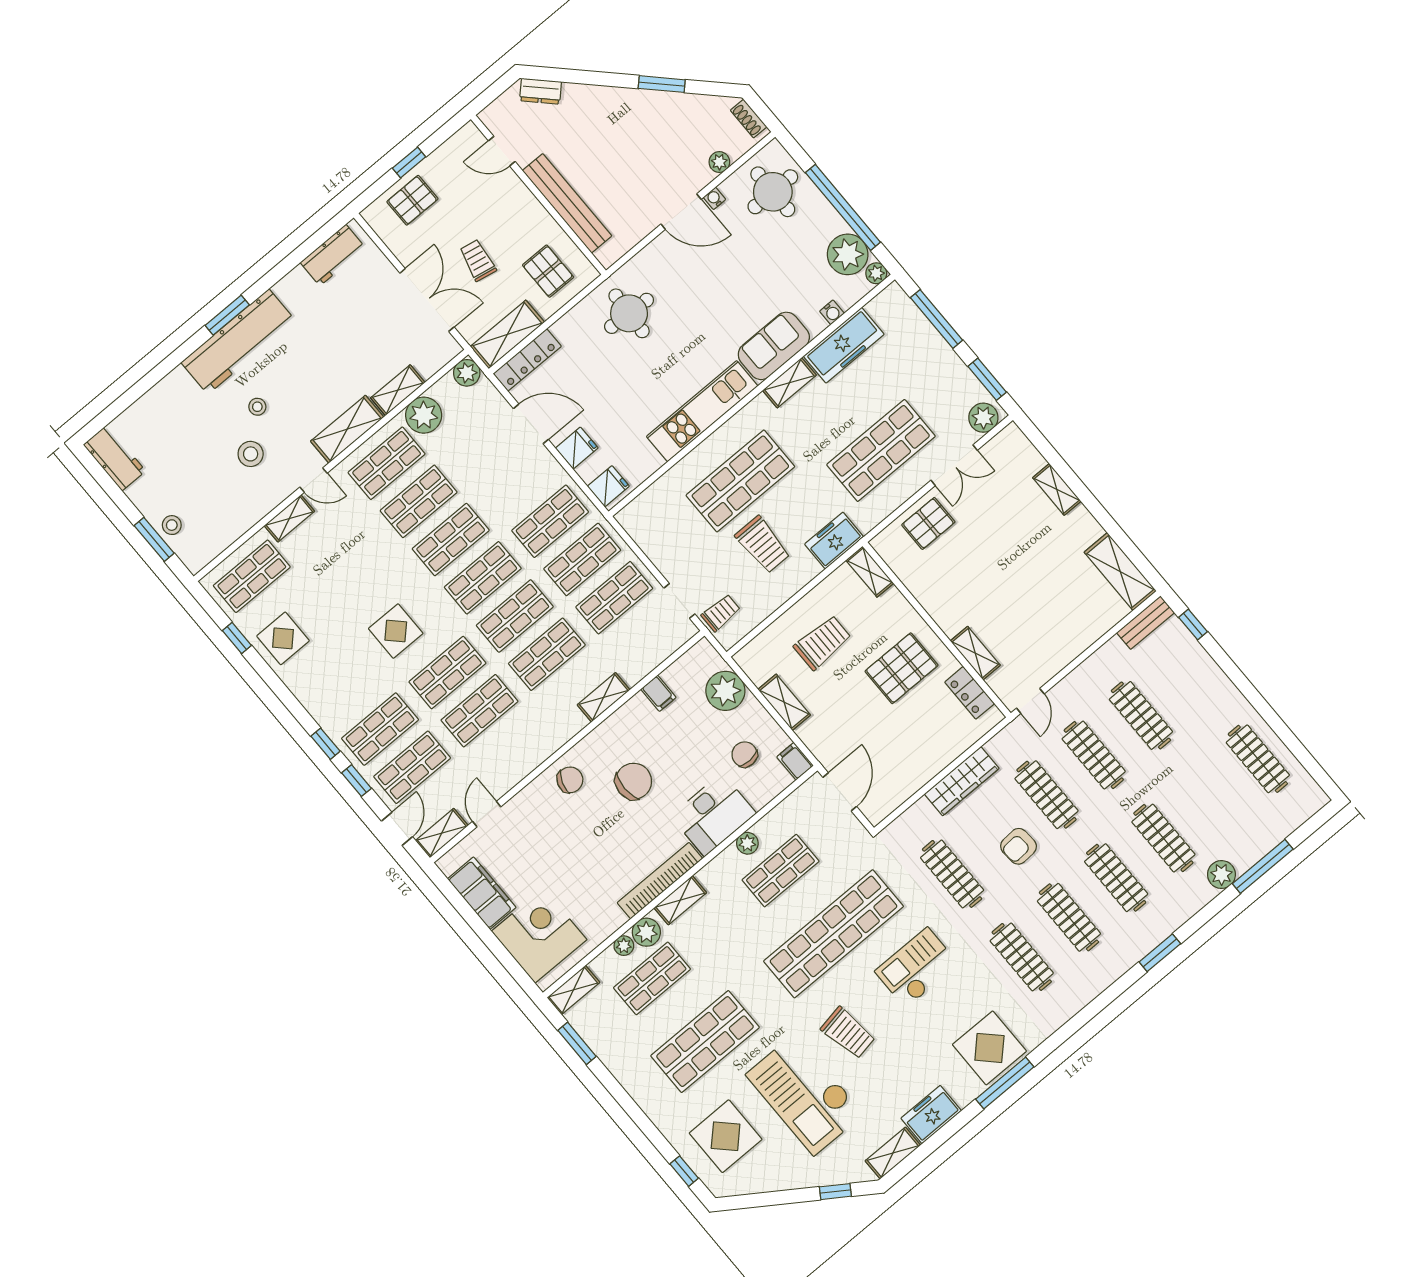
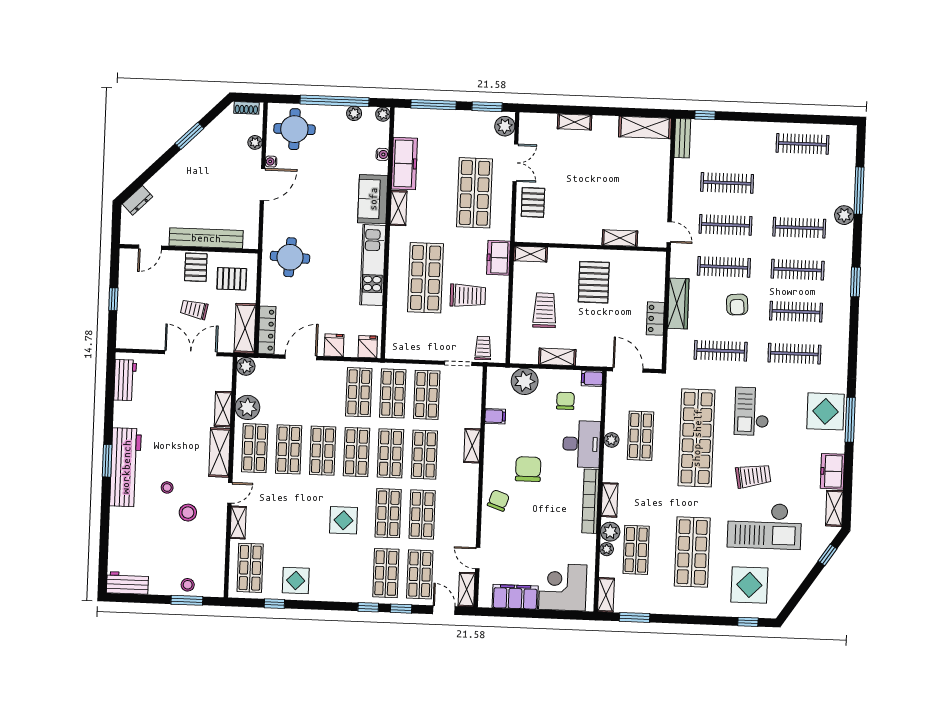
pallet: (412, 200) -> (196, 267), moved
plant: (848, 254) -> (354, 113), width x0.53, depth x0.53
locker: (970, 693) -> (655, 319), moved, turned 90
chair: (745, 754) -> (565, 401), turned 93

